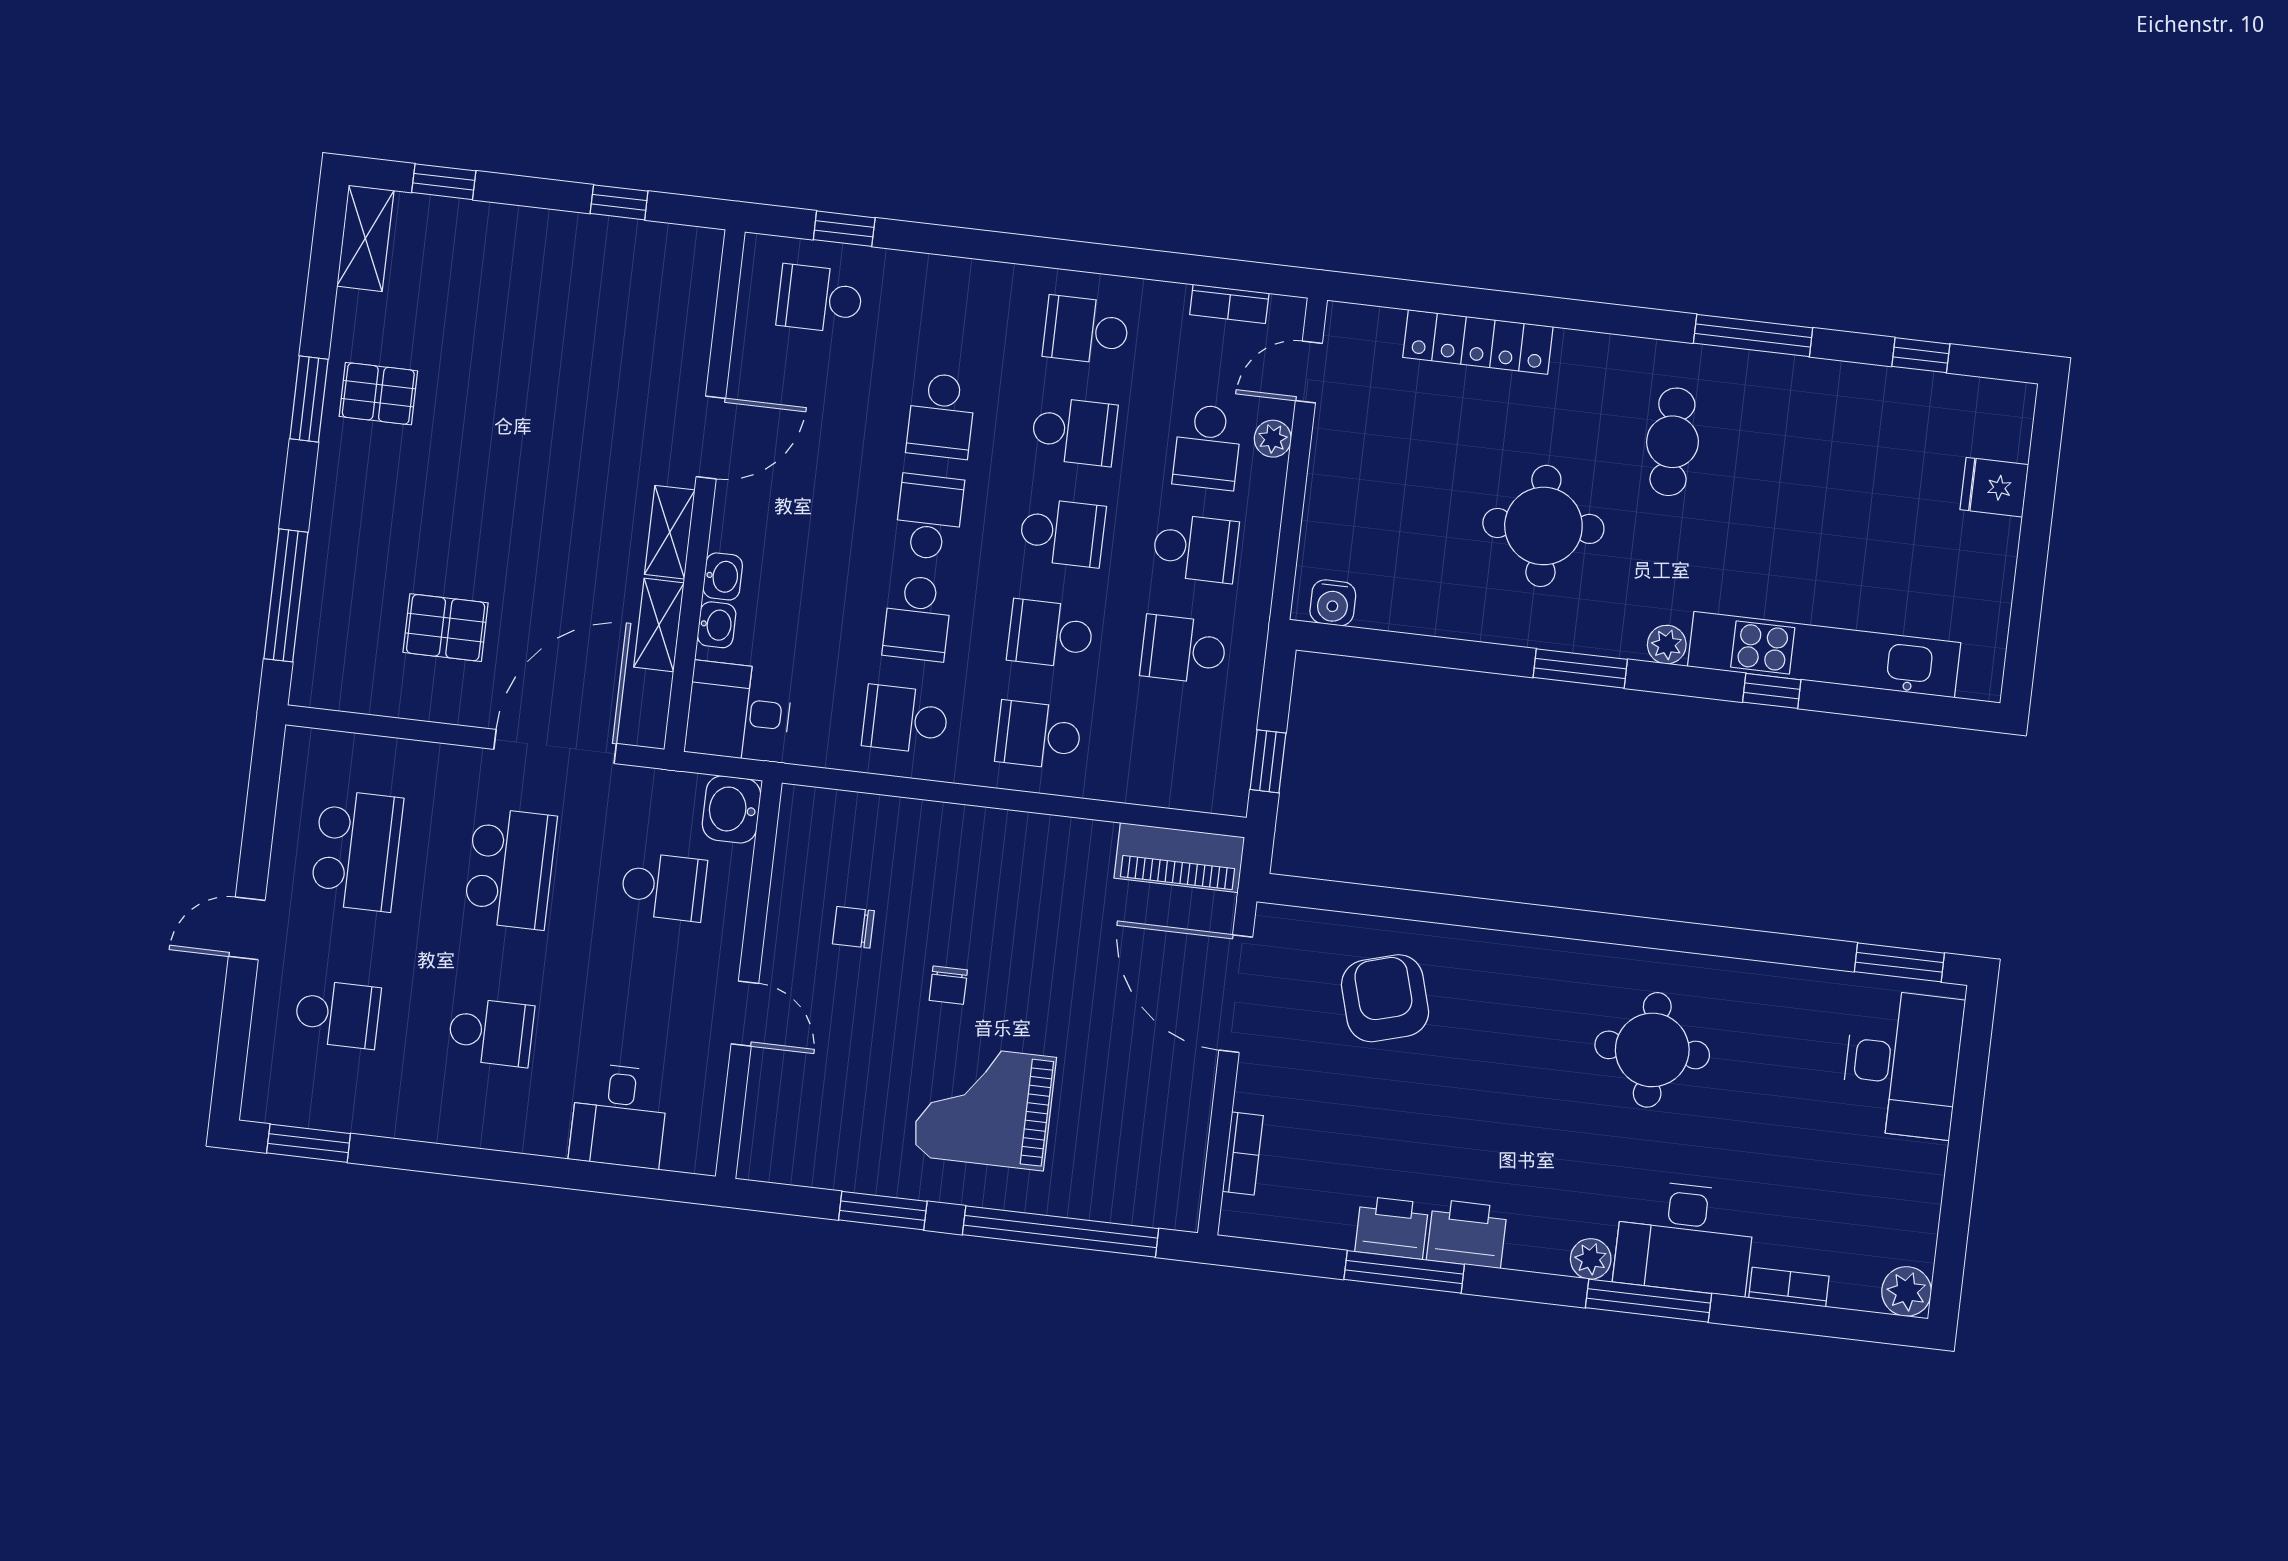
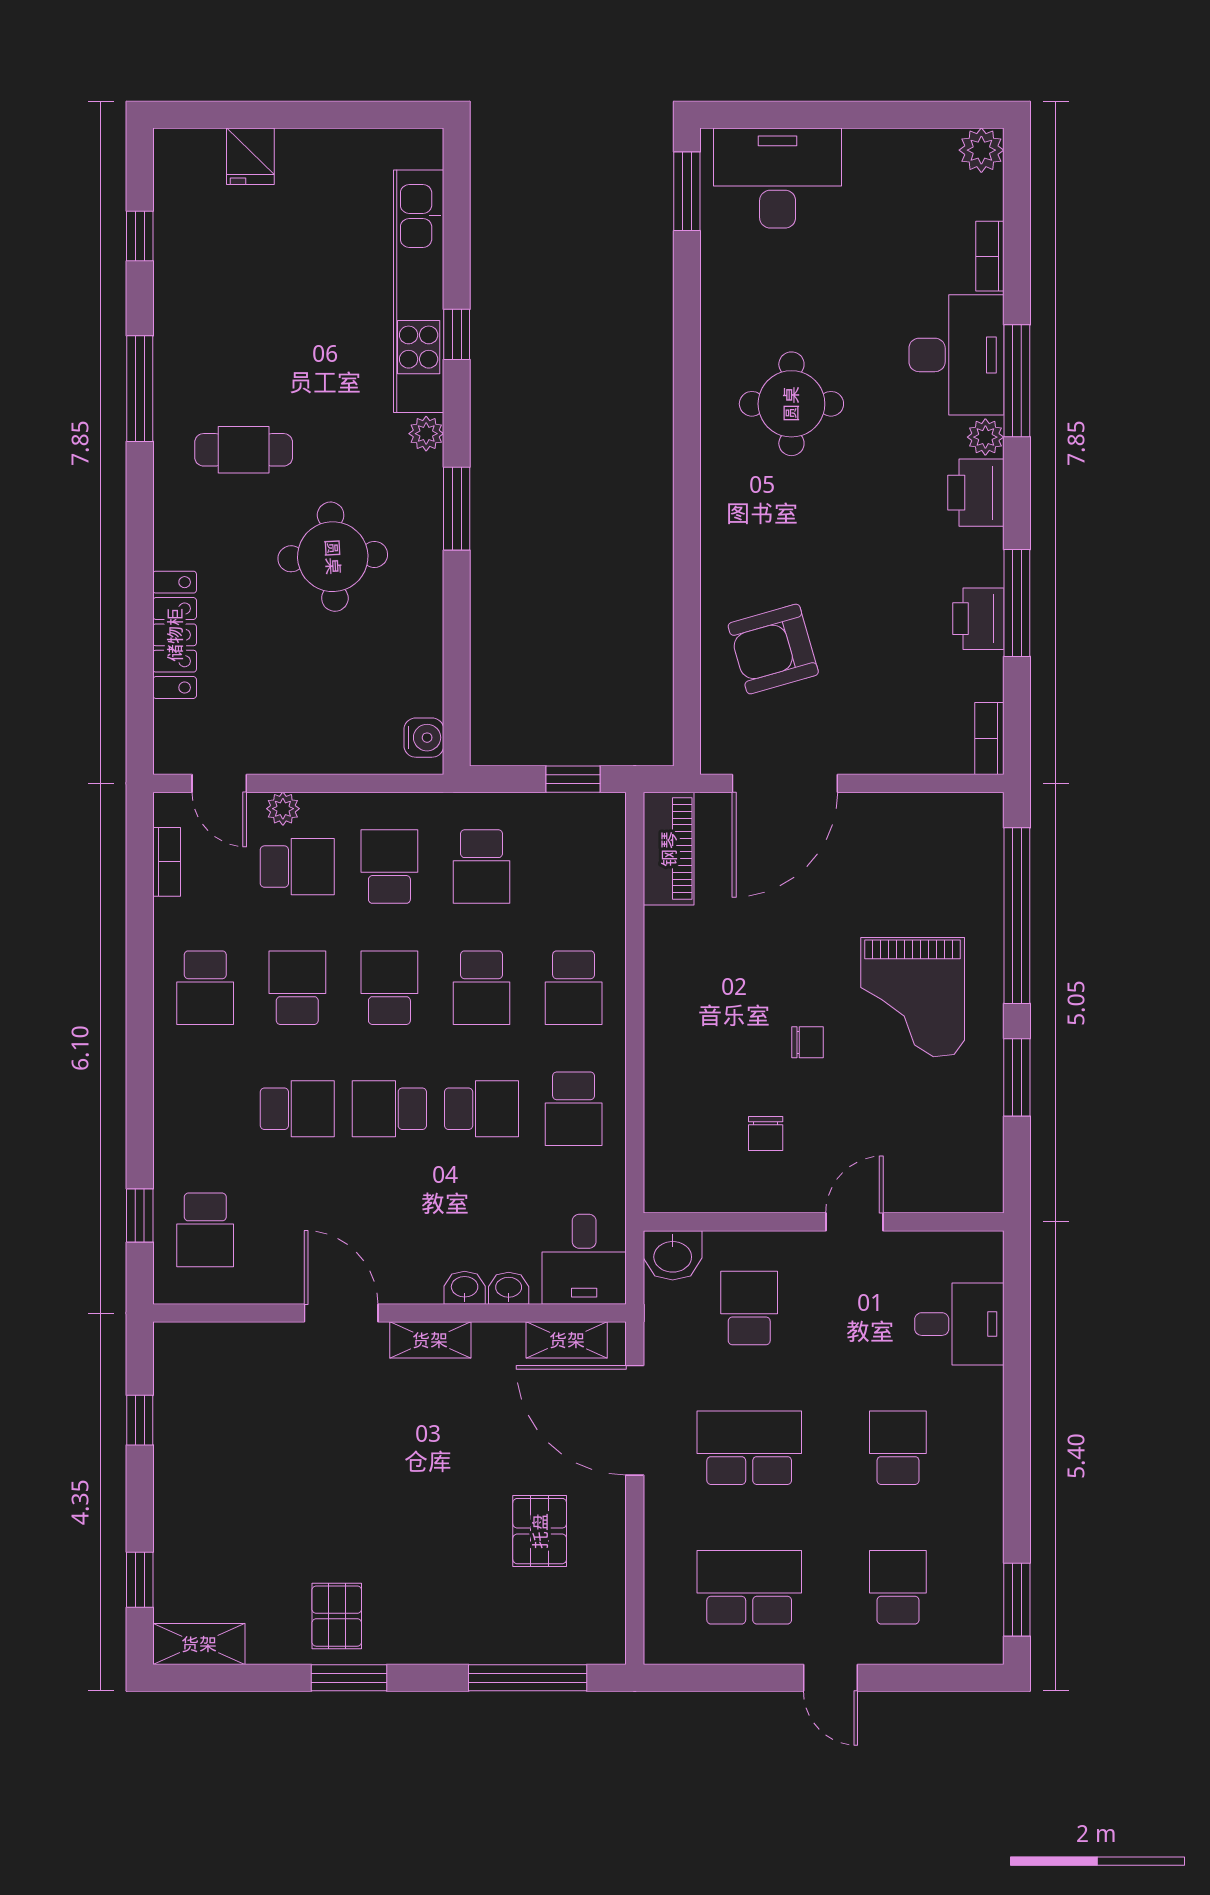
shelving: (659, 625) -> (567, 1340), moved
bookcase: (1243, 1153) -> (989, 739), moved, turned -90
printer: (1467, 1234) -> (976, 493), moved

